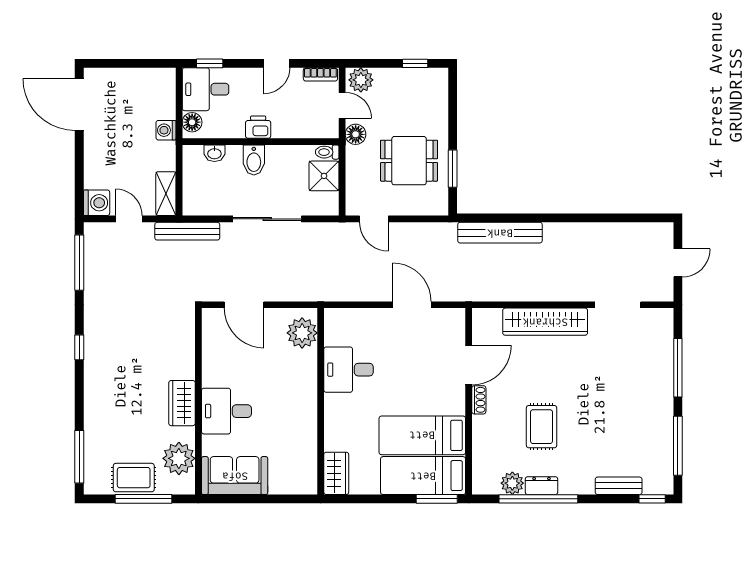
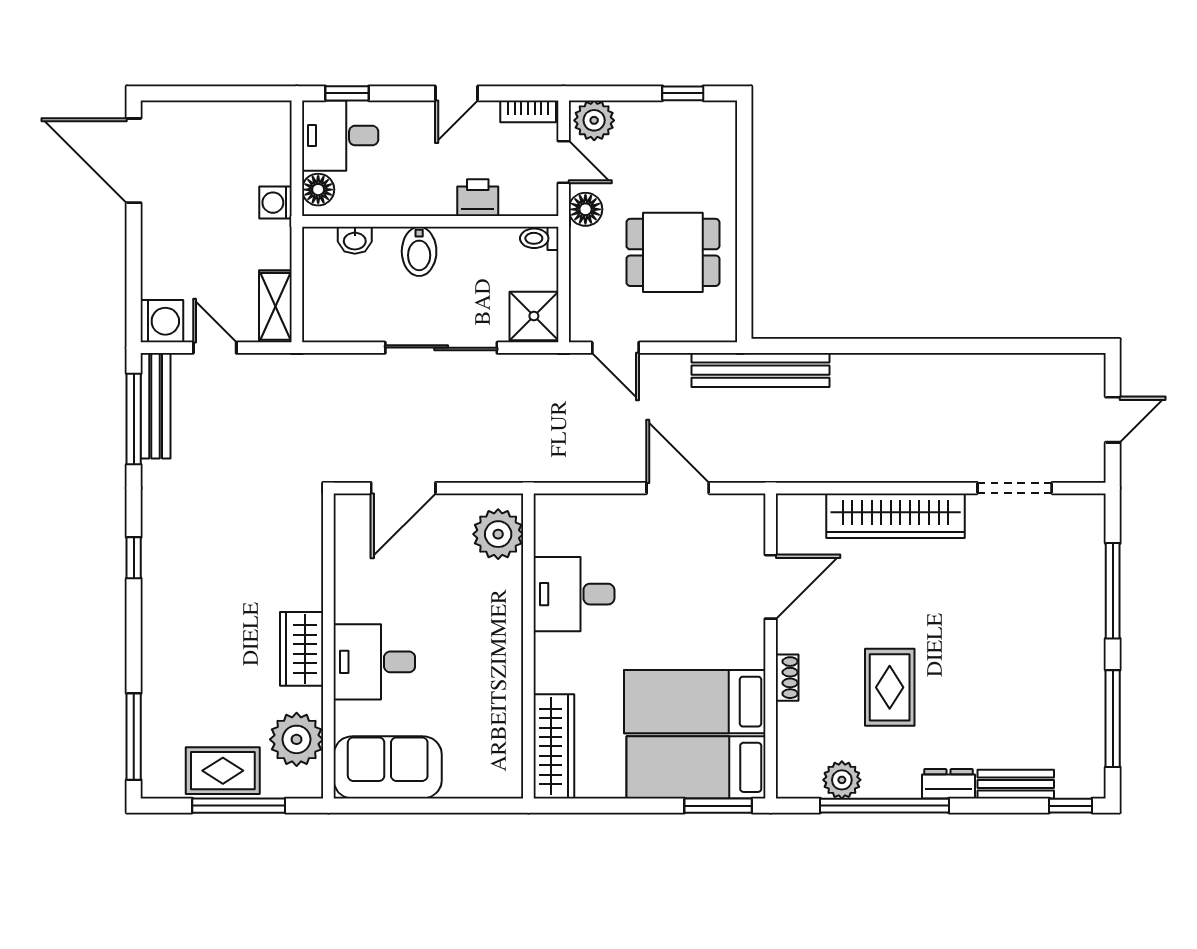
printer: (258, 127) -> (478, 198), moved
window: (453, 169) -> (744, 265), removed
shower: (324, 176) -> (534, 316), moved
bench: (187, 231) -> (156, 406), moved, turned 90
bench: (500, 233) -> (760, 370), moved
door: (244, 305) -> (403, 488), hinge flipped
shoe rack: (479, 400) -> (787, 678), moved
wardrobe: (336, 473) -> (554, 746), width x1.50
dresser: (542, 486) -> (949, 784), moved

